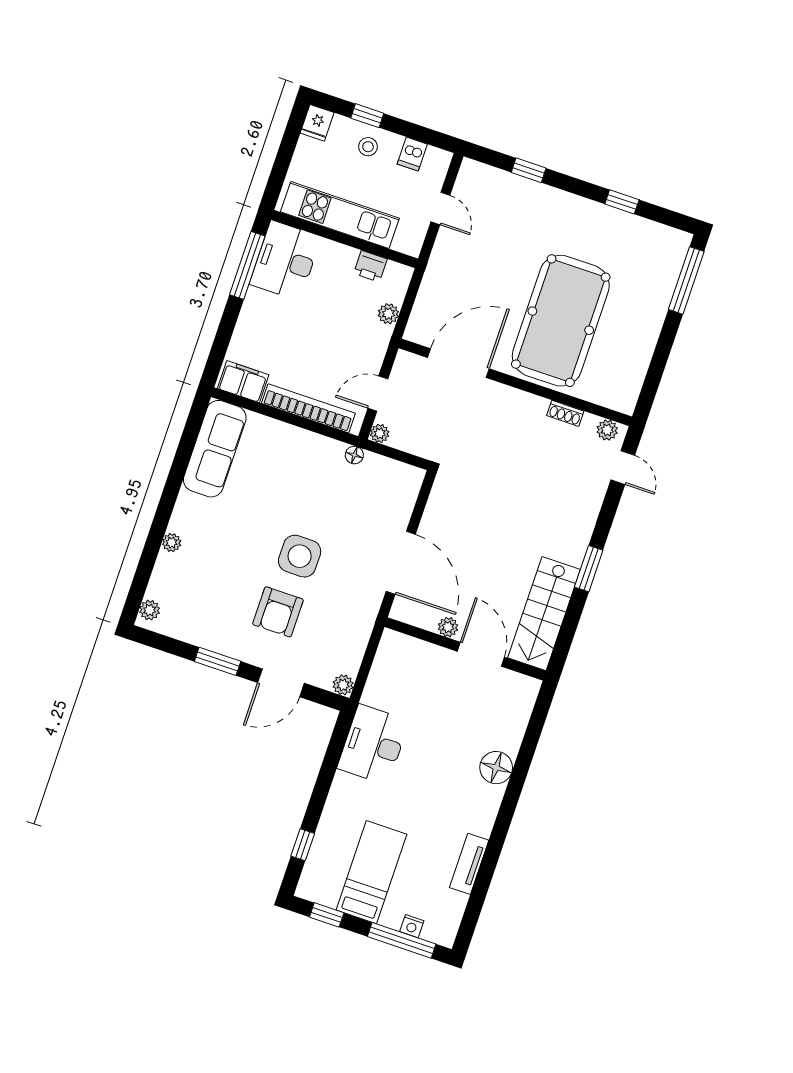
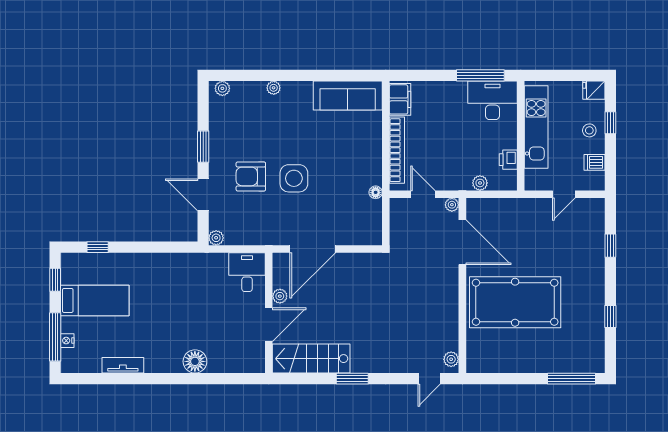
shoe rack: (565, 413) -> (453, 327), removed
plant: (380, 433) -> (452, 205), moved
desk: (373, 745) -> (247, 272), moved, width x0.73

